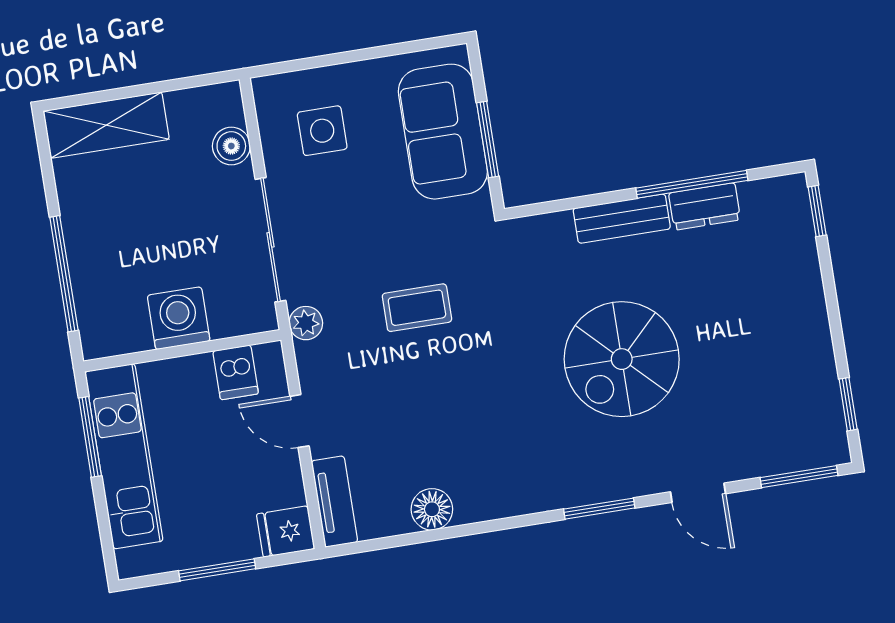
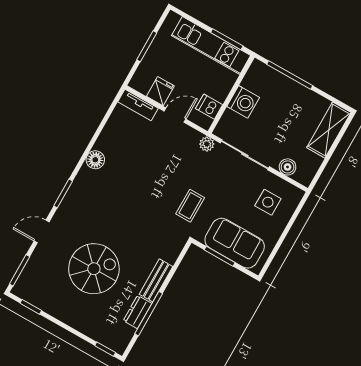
coffee table: (417, 308) -> (190, 206), moved
spiral stairs: (622, 359) -> (94, 269), moved, turned 90
floor lamp: (432, 509) -> (95, 160), moved
fridge: (286, 531) -> (160, 91), moved

